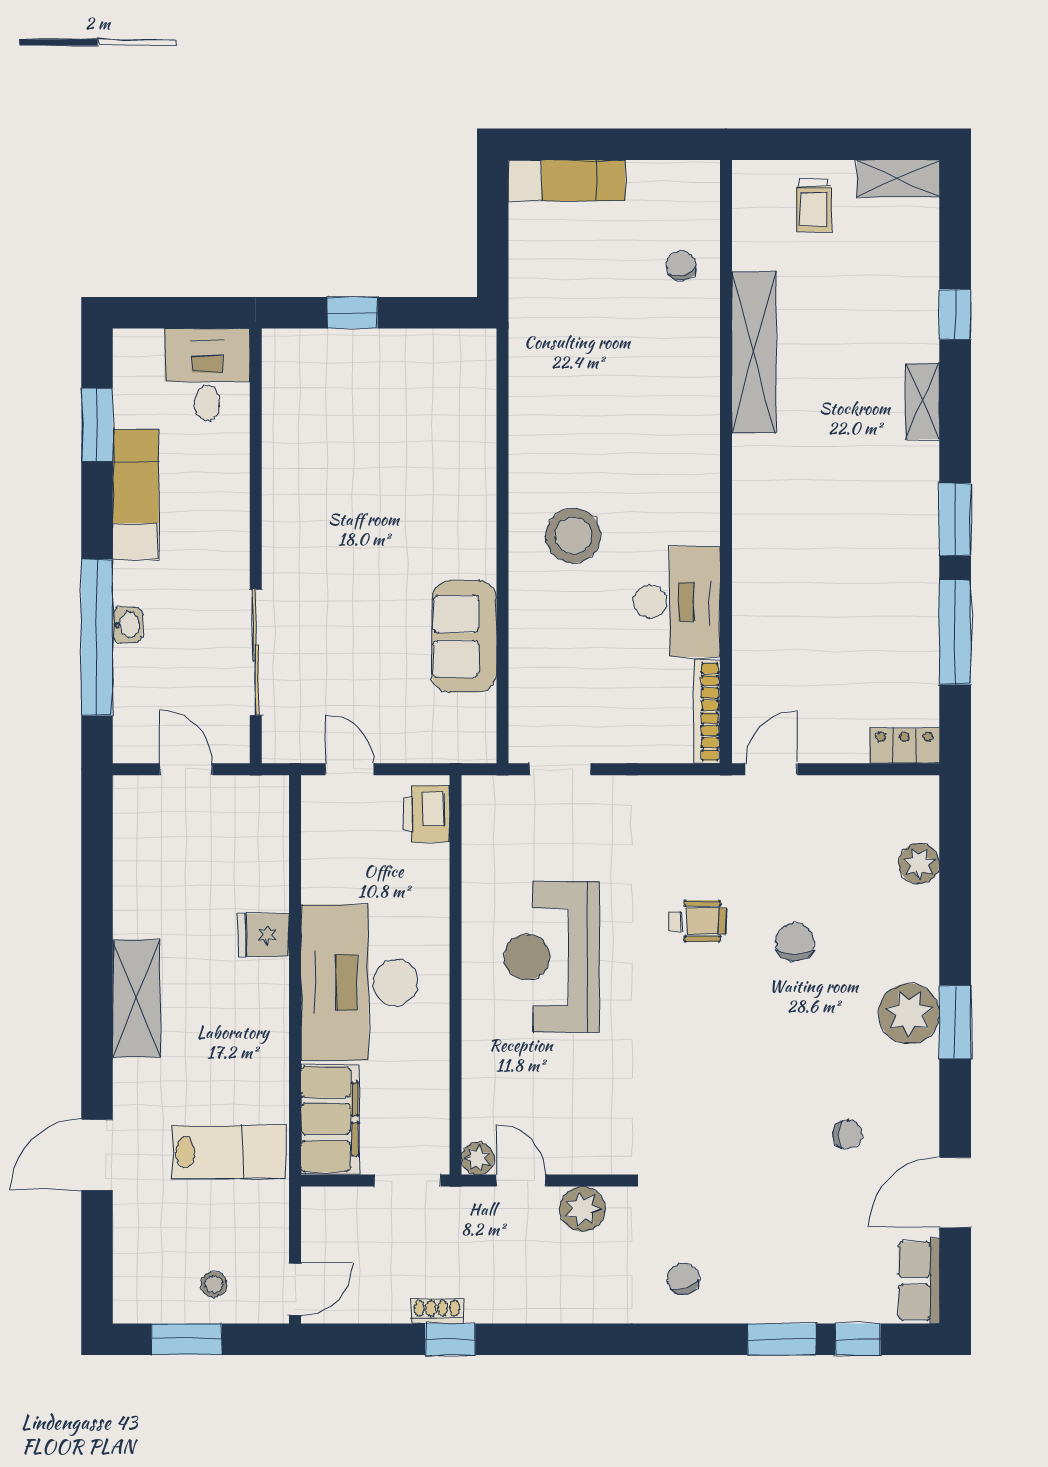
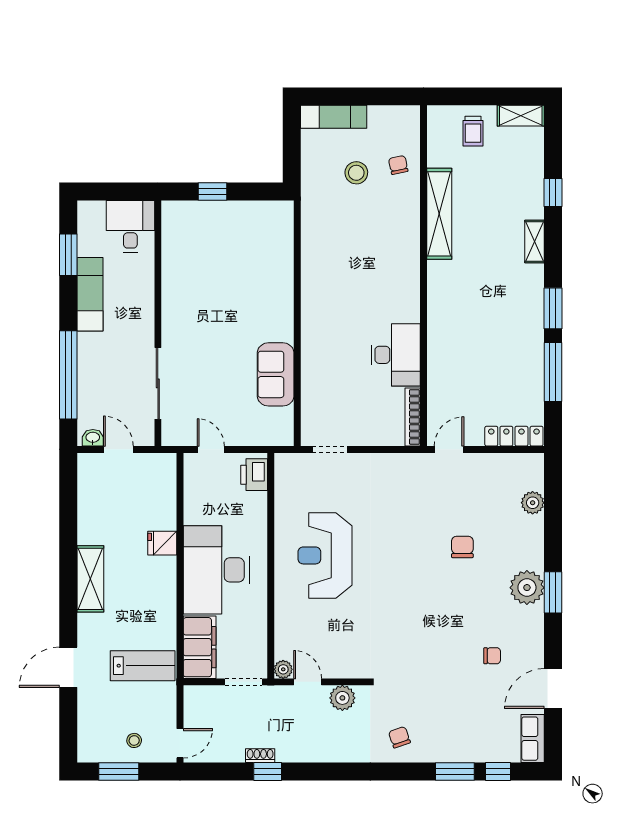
stool: (573, 536) -> (356, 173), moved, width x0.73, depth x0.73
washbasin: (128, 625) -> (93, 438), moved, turned -90
locker: (904, 746) -> (514, 436), width x1.53
wheelchair: (698, 921) -> (408, 535), removed

